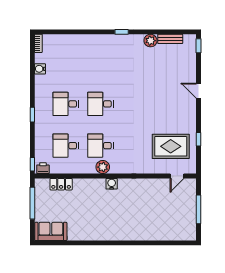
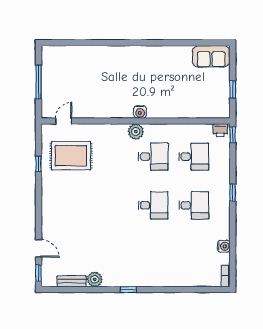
door: (198, 91) -> (39, 248), moved
plant: (103, 167) -> (136, 132), moved
locker: (61, 184) -> (199, 111), removed
window: (32, 203) -> (233, 89), width x0.46

